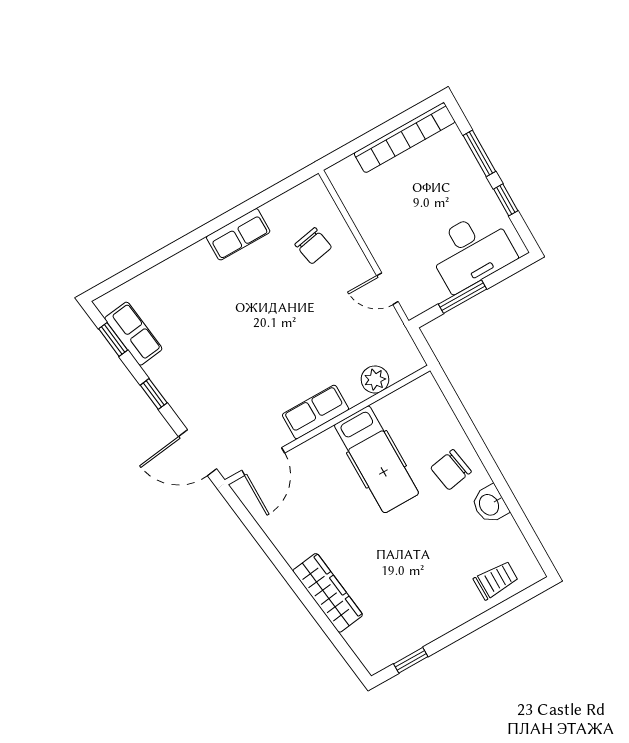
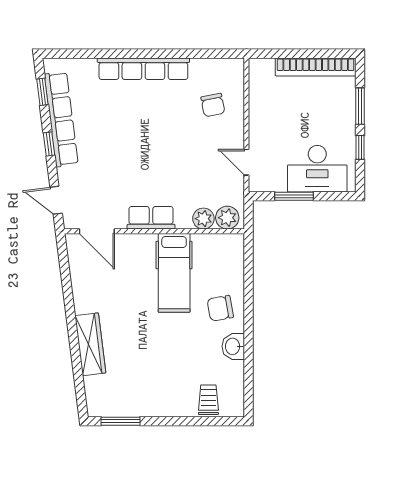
row of seats: (238, 234) -> (143, 69), width x2.02
row of seats: (133, 334) -> (61, 119), width x2.02
plant: (401, 363) -> (227, 218), added
door: (198, 453) -> (56, 200), width x0.73
door: (263, 462) -> (97, 231), hinge flipped
trolley: (496, 580) -> (208, 400), turned -90
window: (411, 660) -> (121, 421), width x1.50

